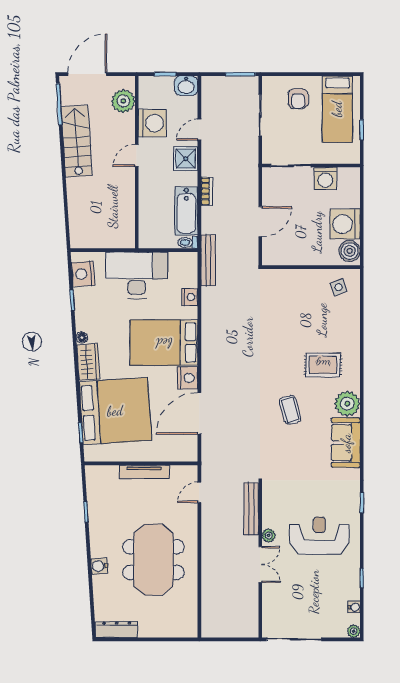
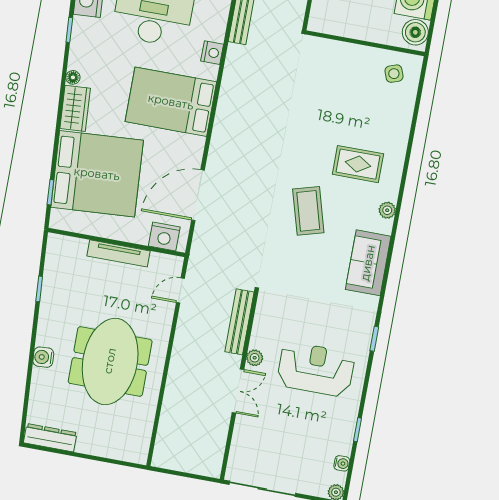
nightstand: (188, 378) -> (164, 237), moved, turned 90
plant: (347, 404) -> (387, 210), width x0.53, depth x0.53
coffee table: (290, 410) -> (308, 211), width x1.36, depth x1.30

